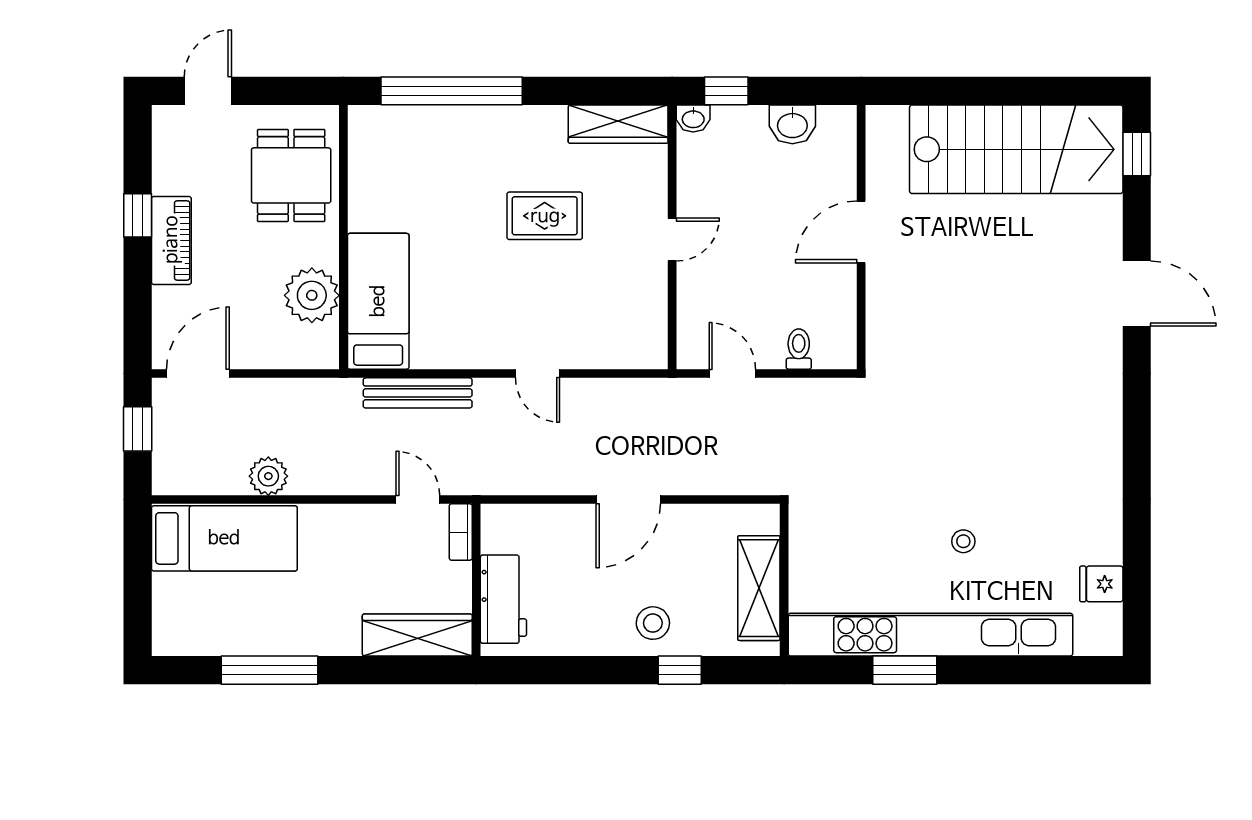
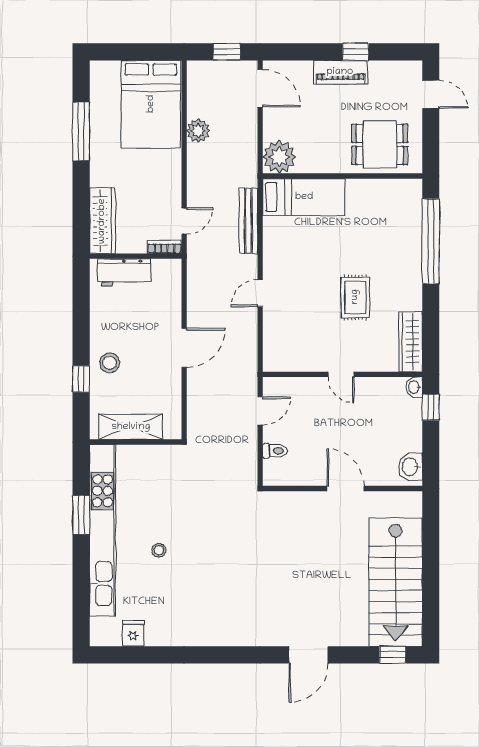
washbasin: (792, 124) -> (411, 467), moved
plant: (312, 295) -> (279, 157), moved
door: (628, 499) -> (184, 348), swing flipped
bed: (224, 538) -> (151, 104), width x1.50

